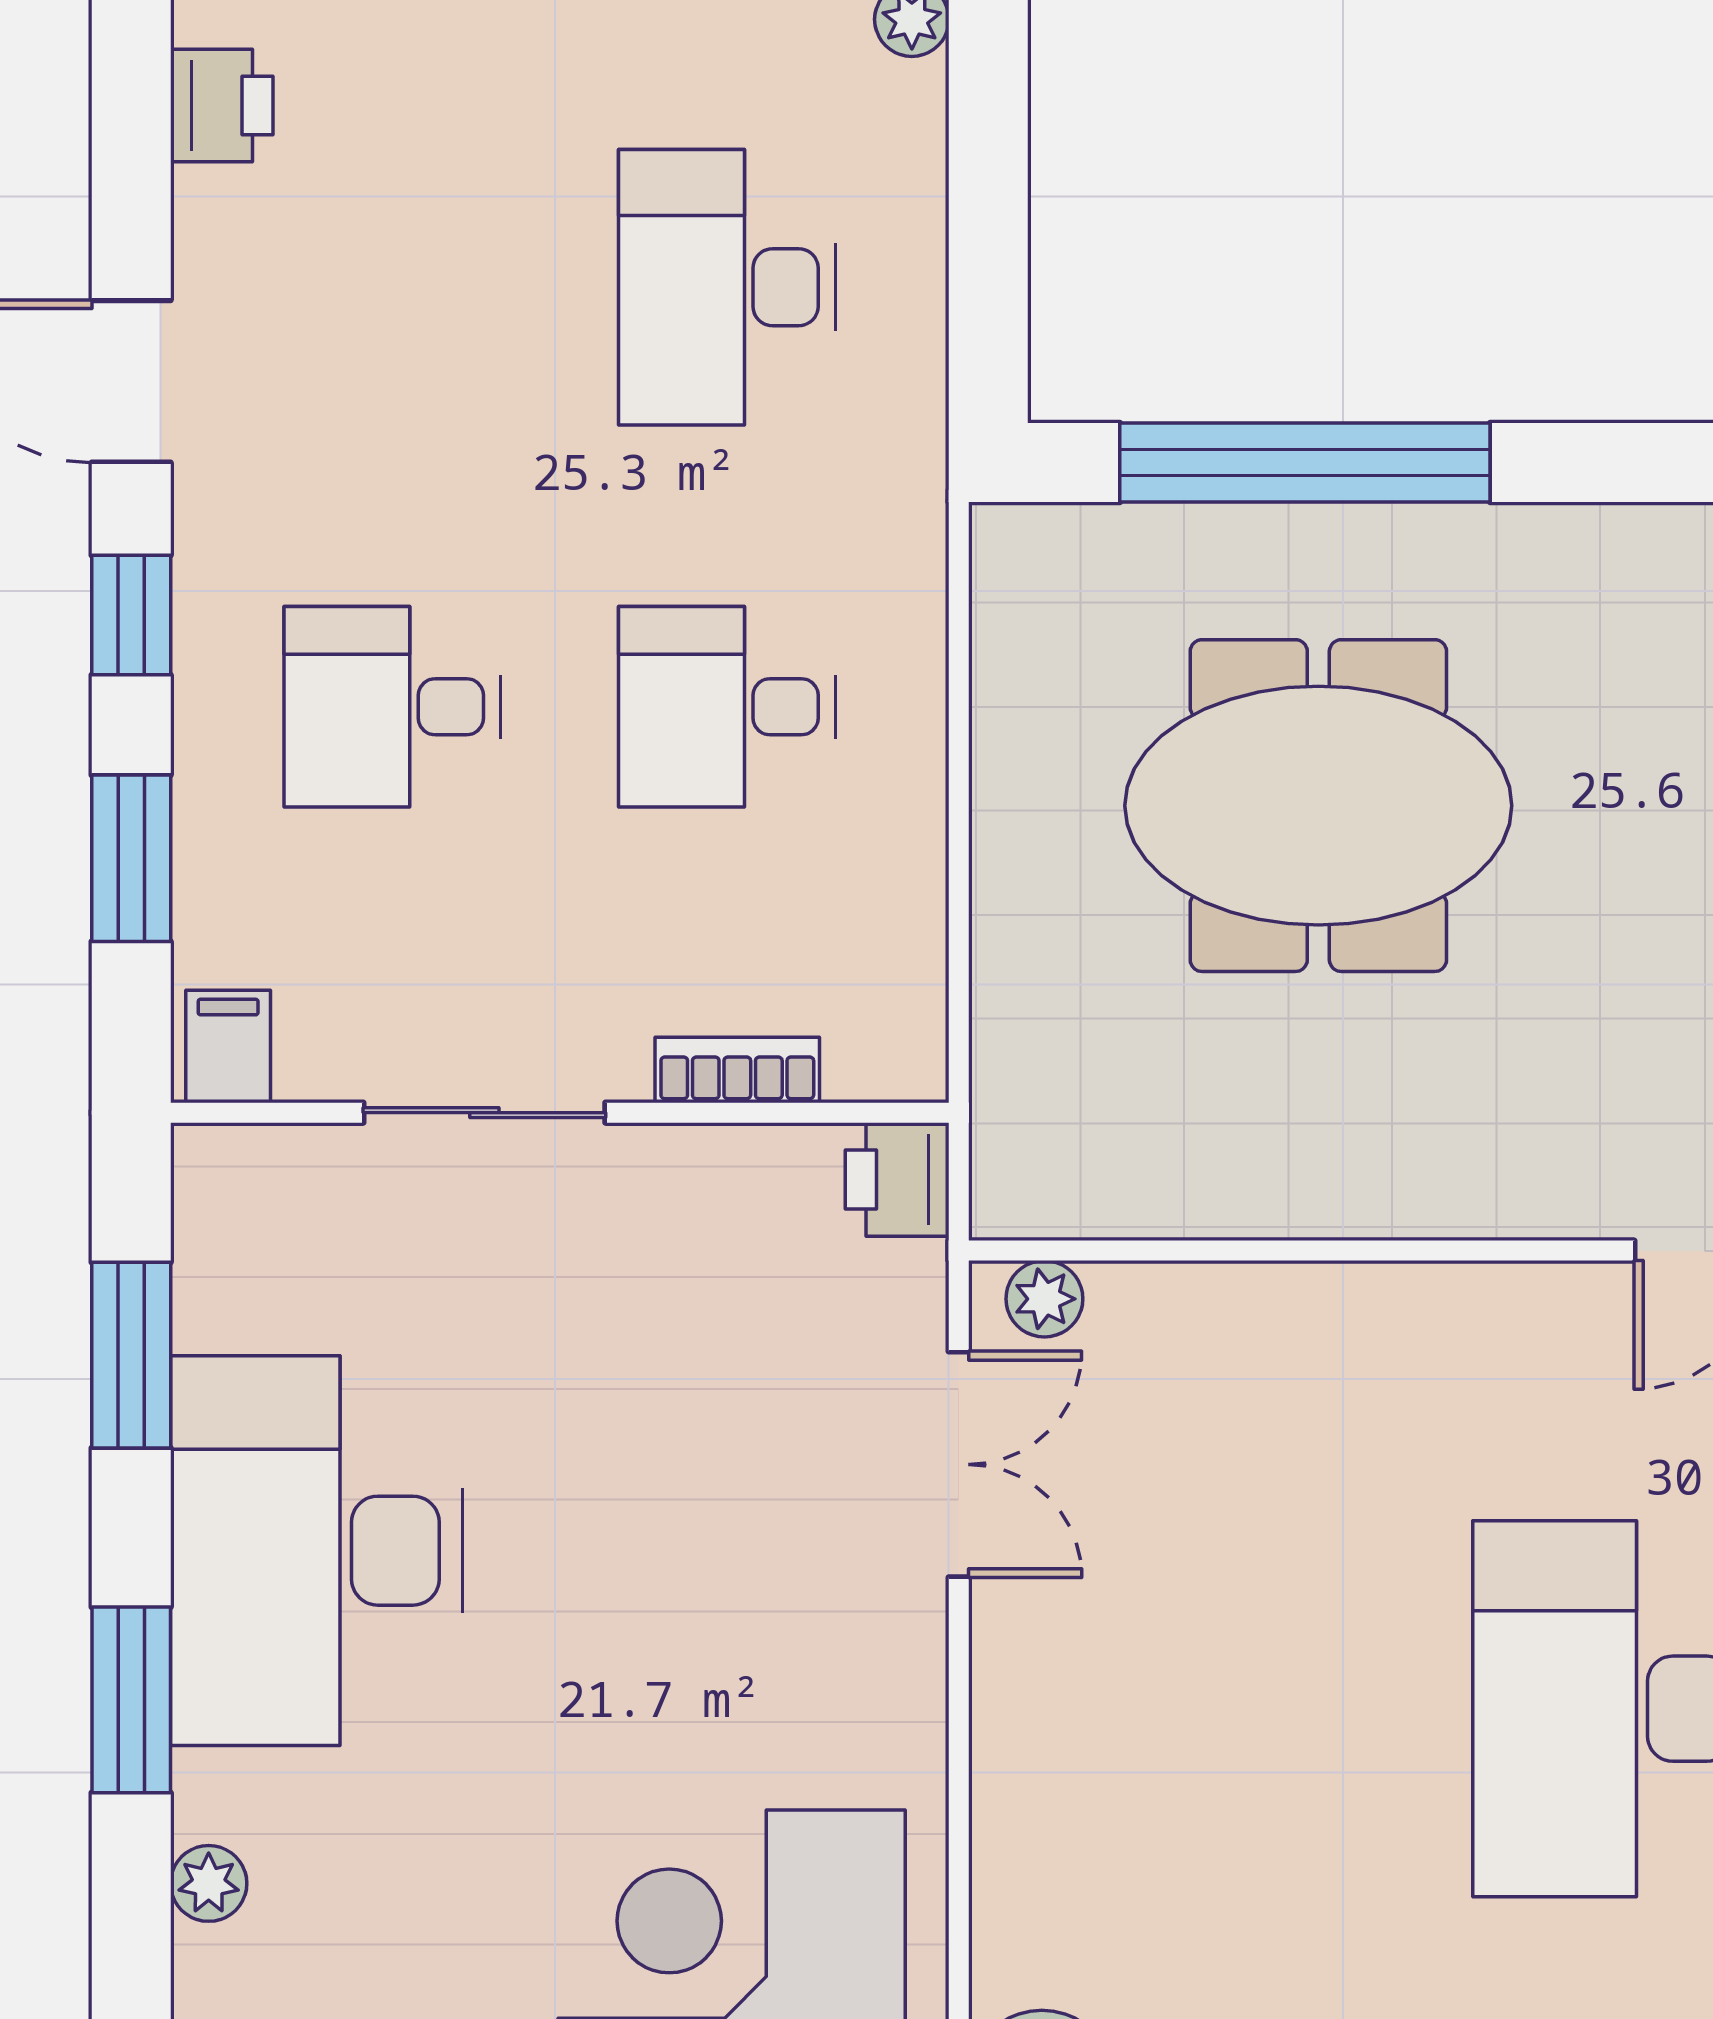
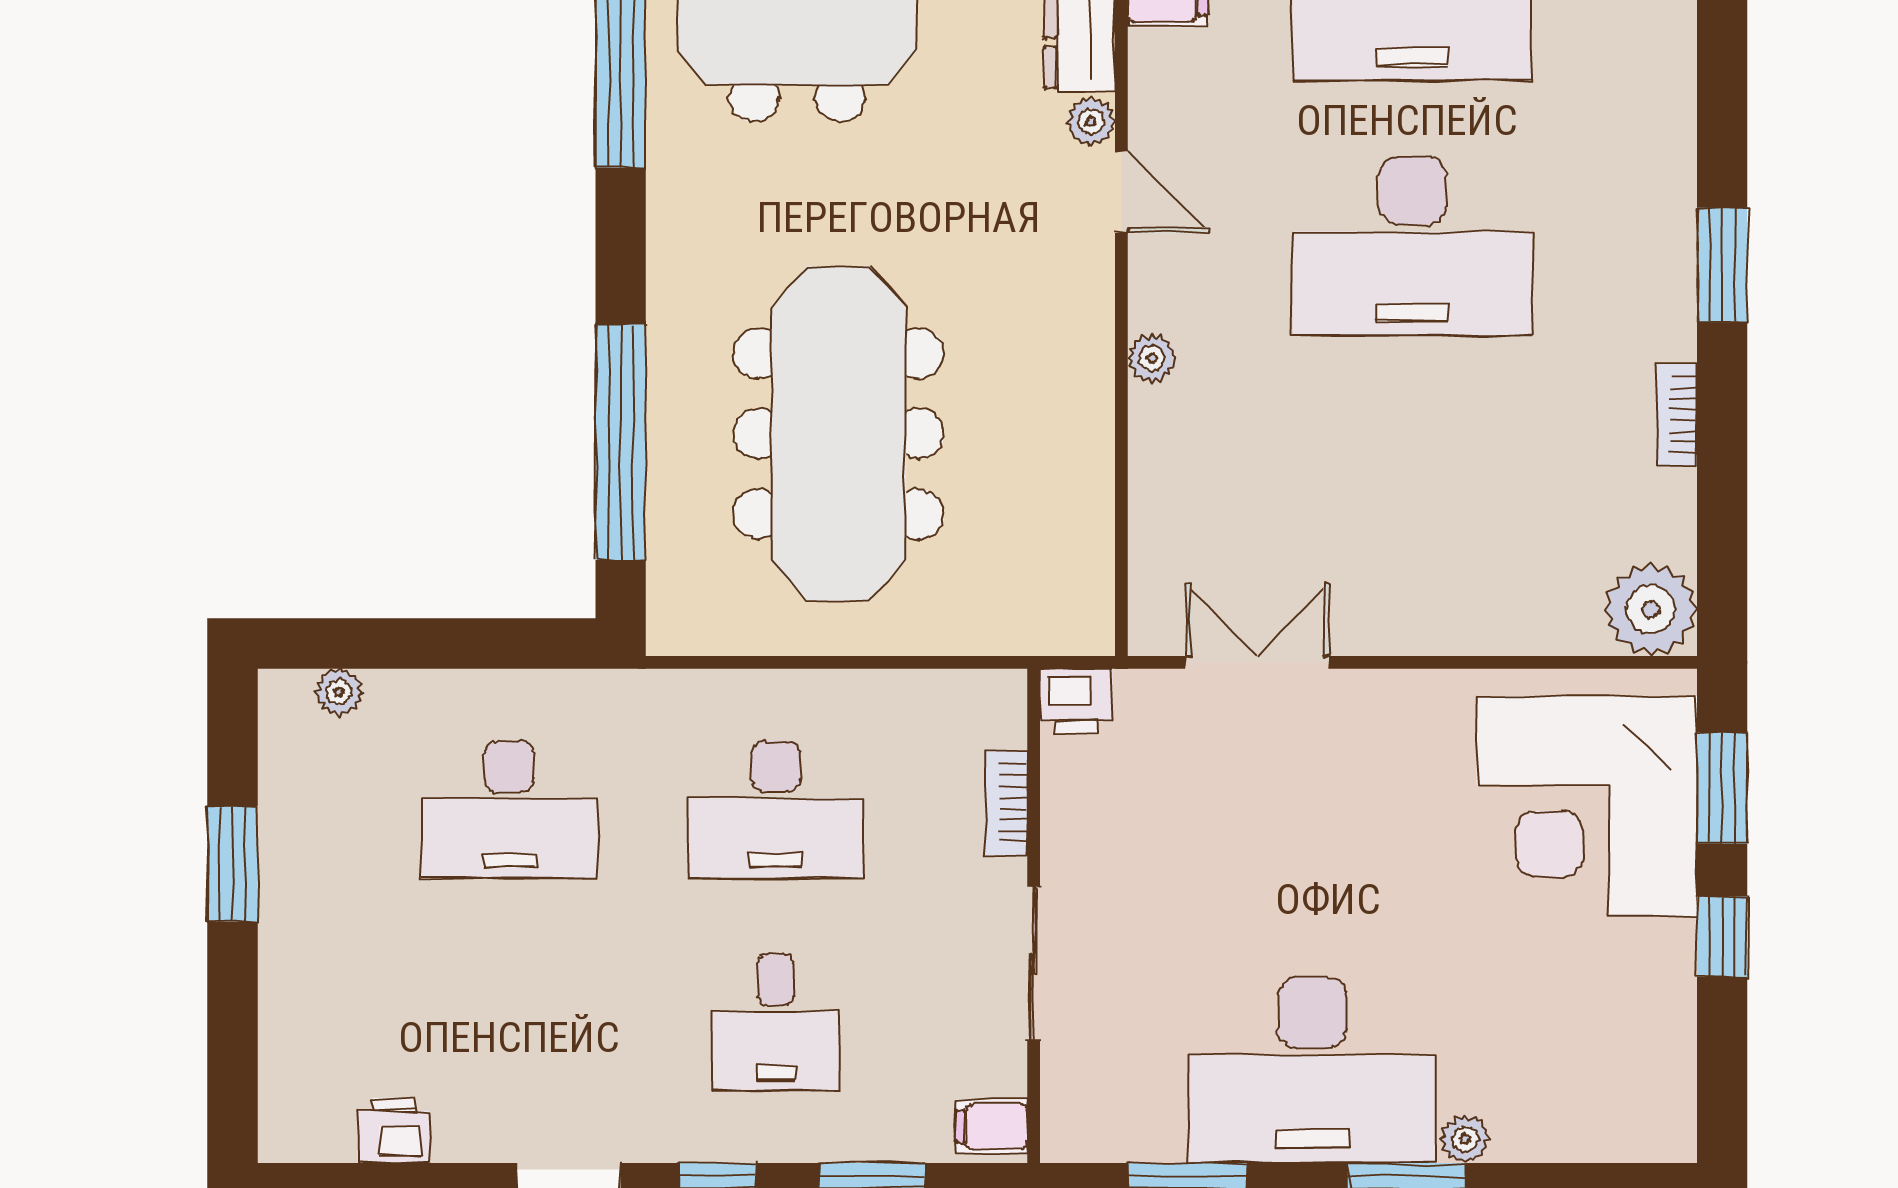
desk: (727, 707) -> (776, 809), width x1.37
meeting table: (1318, 806) -> (839, 434), width x1.36
plant: (1044, 1299) -> (1152, 358), moved
plant: (209, 1883) -> (1465, 1139), moved

